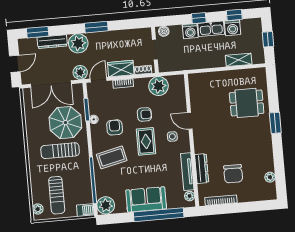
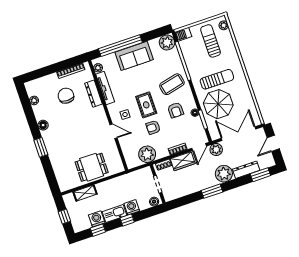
dining table: (247, 103) -> (92, 167), moved
floor lamp: (267, 147) -> (43, 125), added

